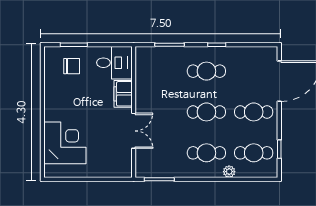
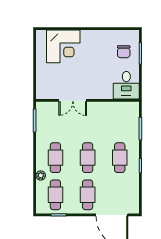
filing cabinet: (123, 94) -> (102, 92), removed

